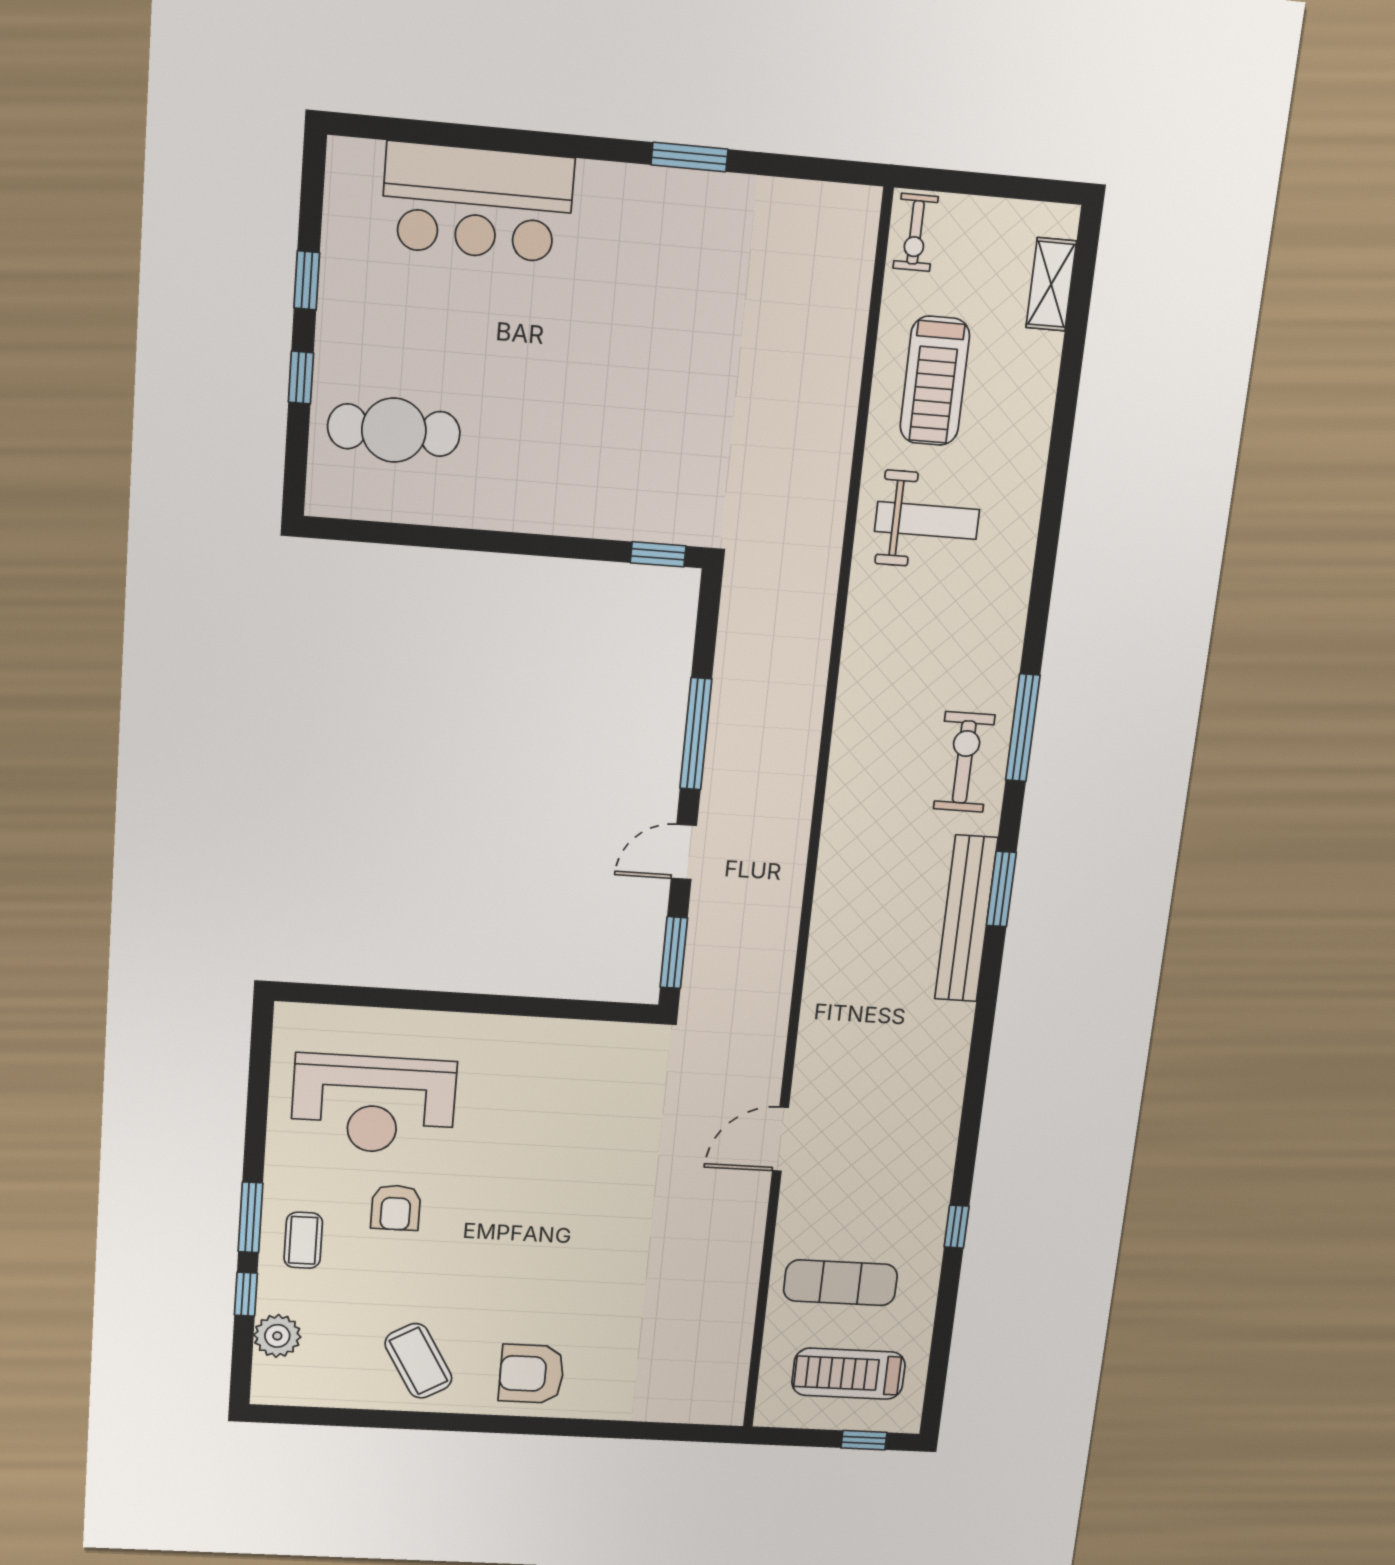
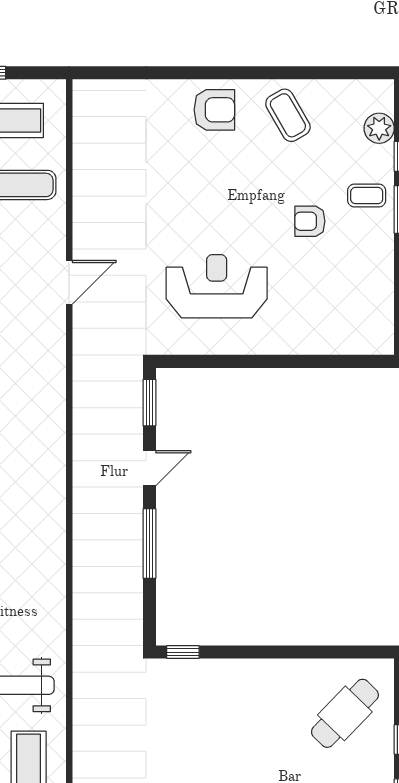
cafe table: (394, 430) -> (345, 713), turned -46
reception desk: (374, 1104) -> (217, 286), moved
armchair: (396, 1208) -> (310, 221), turned -90
coffee table: (303, 1240) -> (367, 196), turned 90

